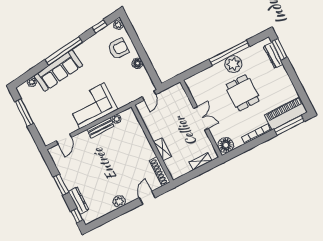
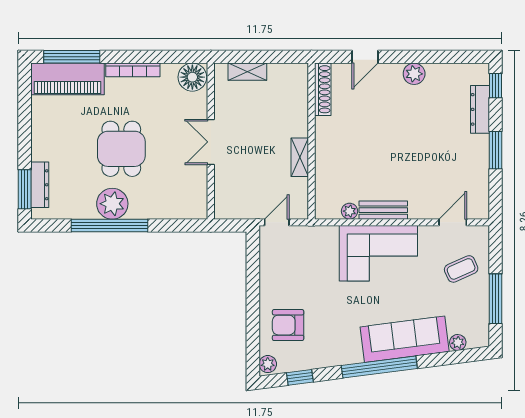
floor lamp: (137, 63) -> (269, 285), removed
coffee table: (48, 119) -> (461, 269), added
shelving: (162, 149) -> (300, 157), moved

